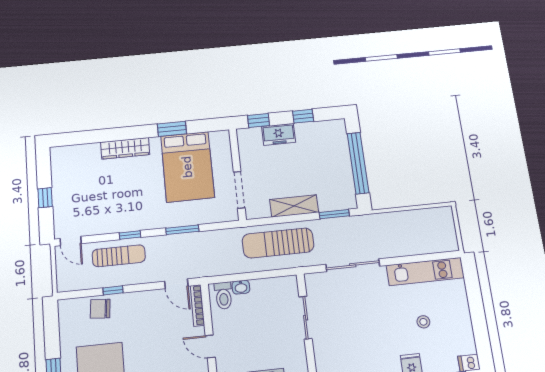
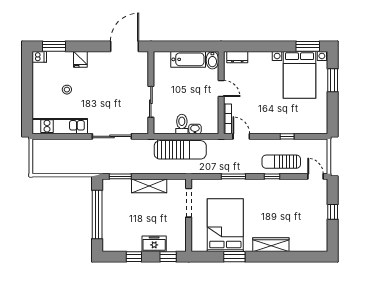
sun lounger: (278, 243) -> (180, 150), moved
toilet: (224, 296) -> (182, 124), moved
chair: (100, 309) -> (297, 124), removed

